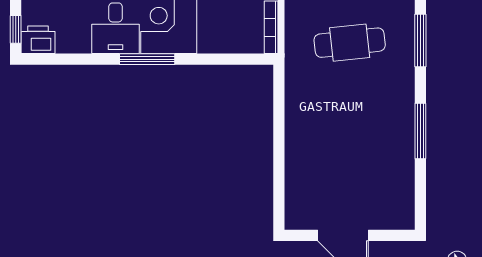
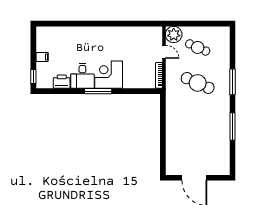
printer: (38, 40) -> (62, 82), moved
cafe table: (350, 43) -> (198, 83), turned 30

